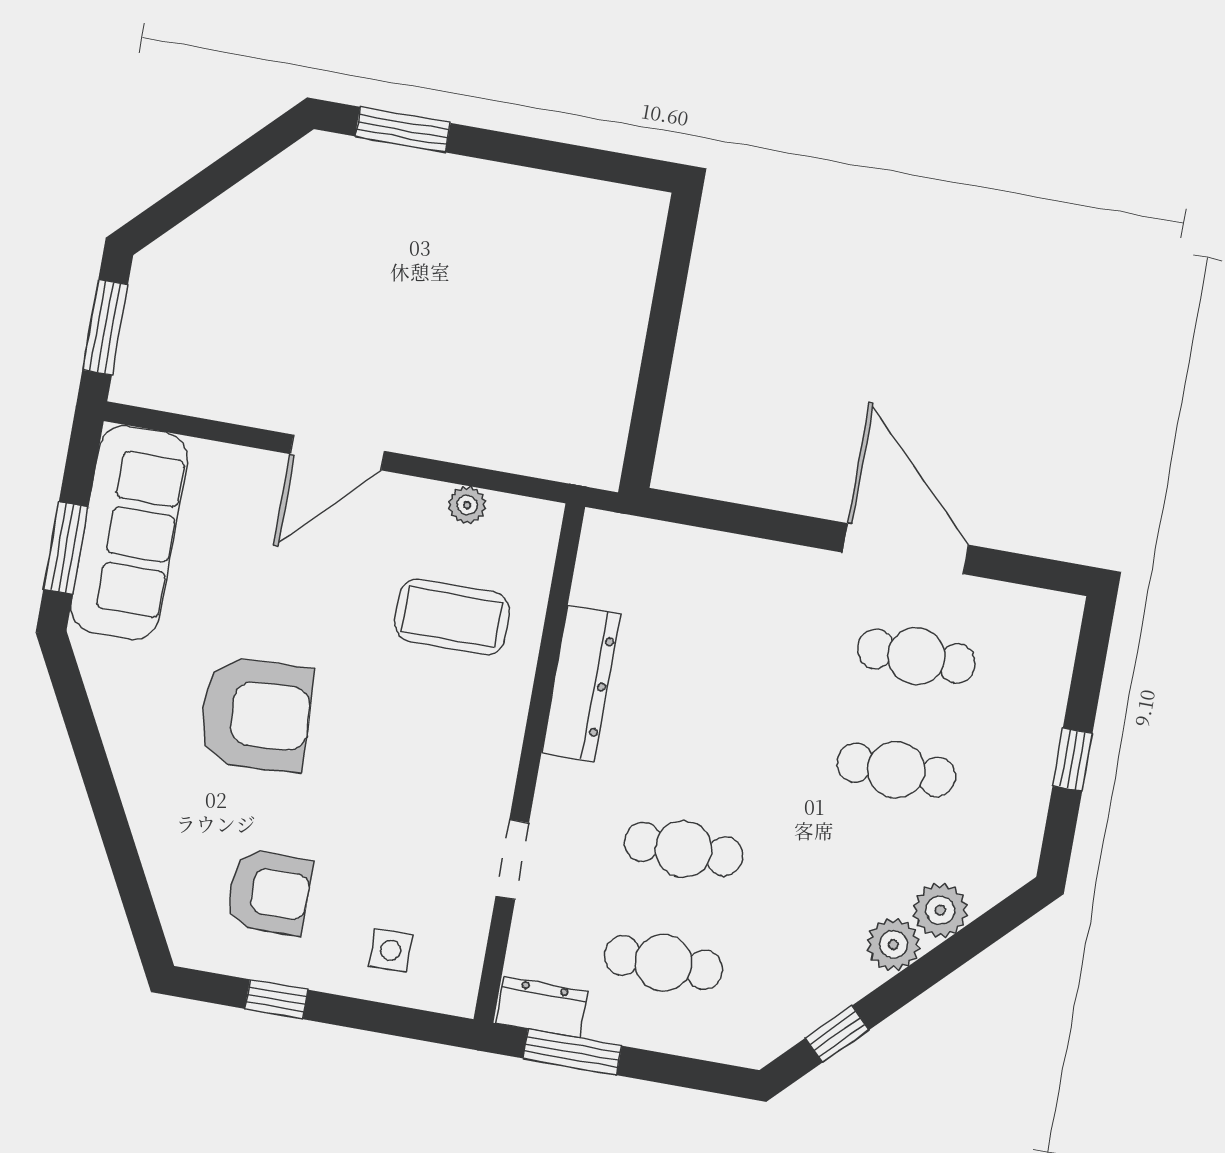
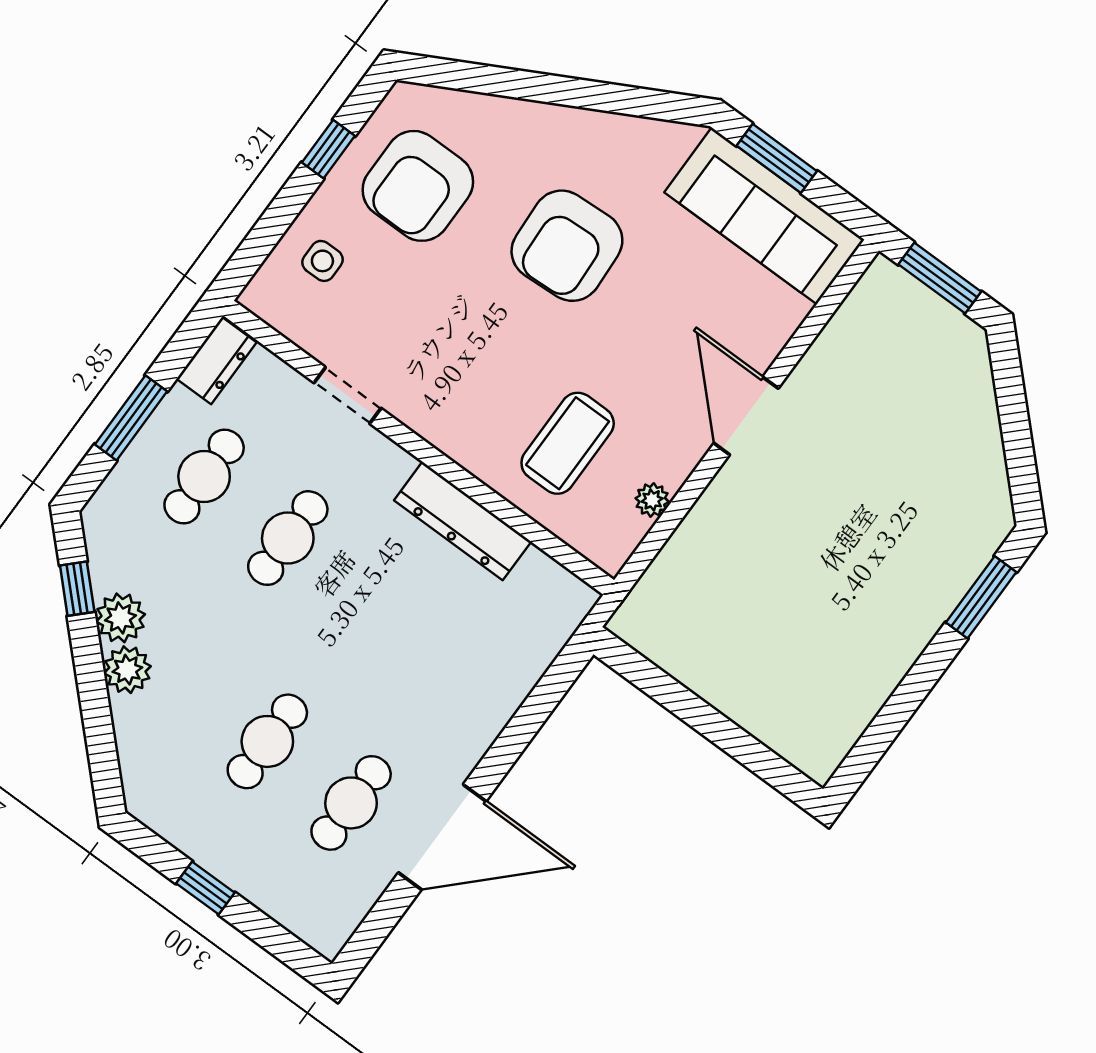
armchair: (269, 892) -> (418, 186), width x1.36, depth x1.36
plant: (940, 910) -> (121, 618), moved
window: (572, 1052) -> (131, 418), moved

